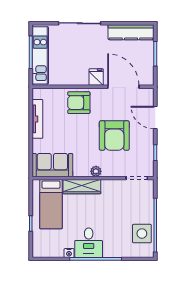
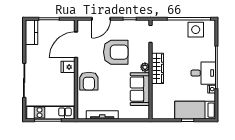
kitchen counter: (131, 32) -> (31, 32), width x0.67
sofa: (52, 165) -> (140, 89), moved
wardrobe: (82, 187) -> (157, 68), moved
bed: (51, 204) -> (195, 110), moved, turned 180

